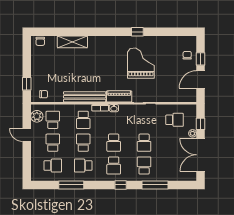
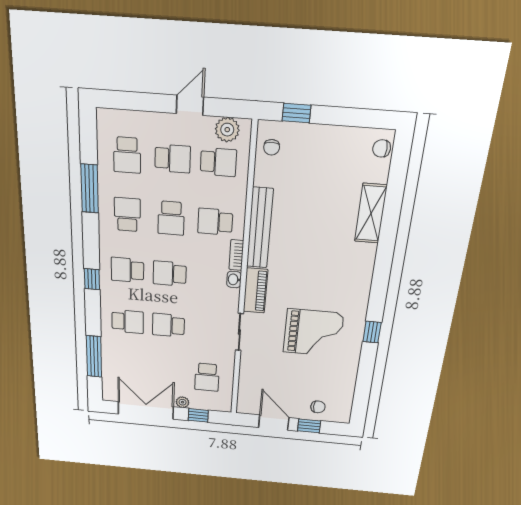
school desk: (83, 143) -> (171, 218), turned 90
window: (155, 185) -> (94, 357), moved

